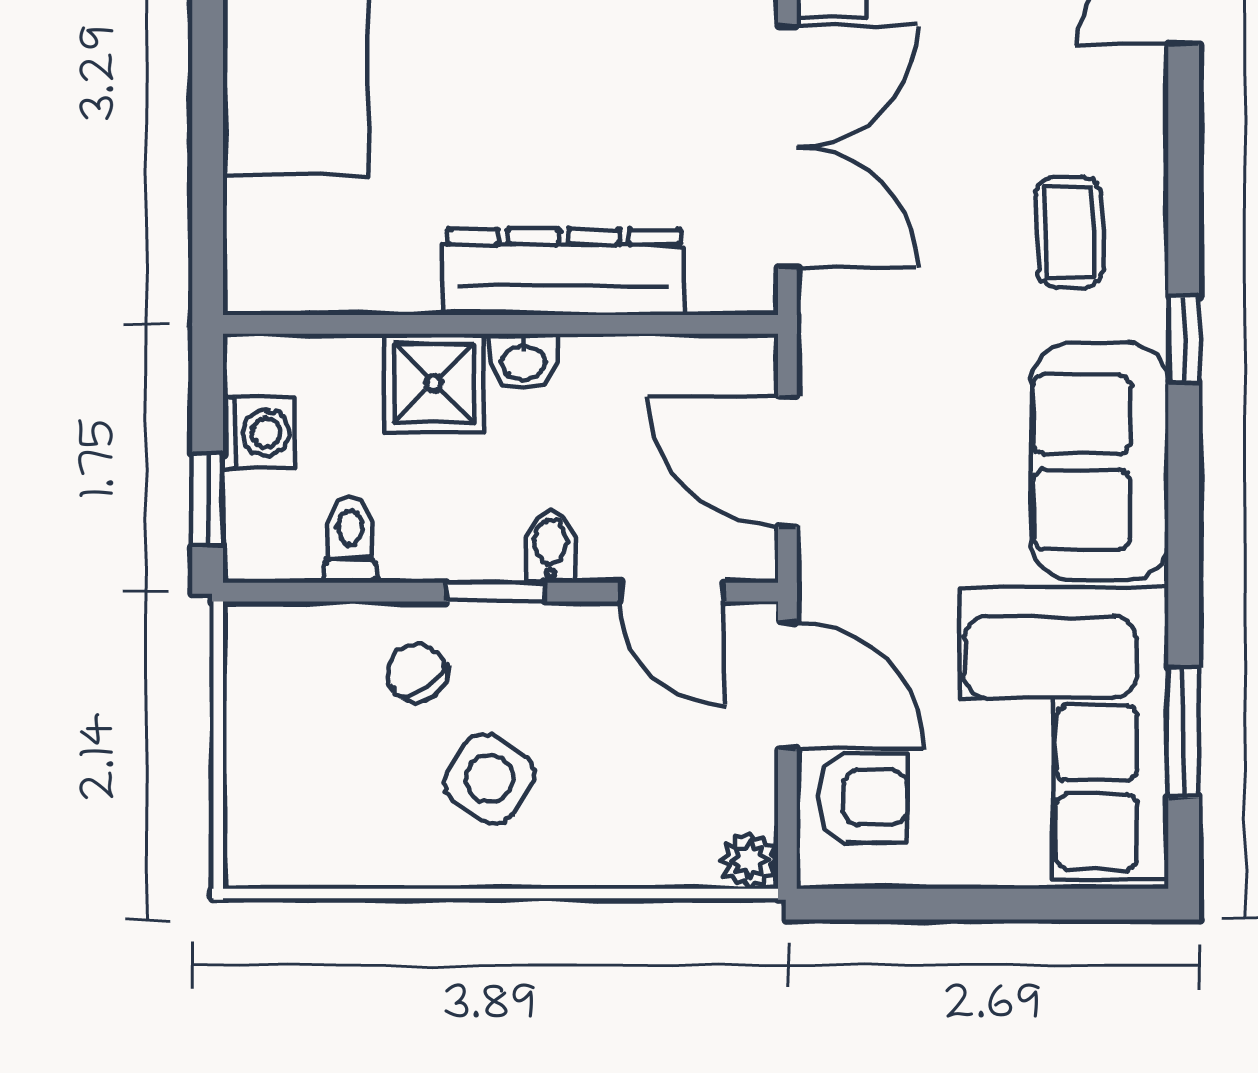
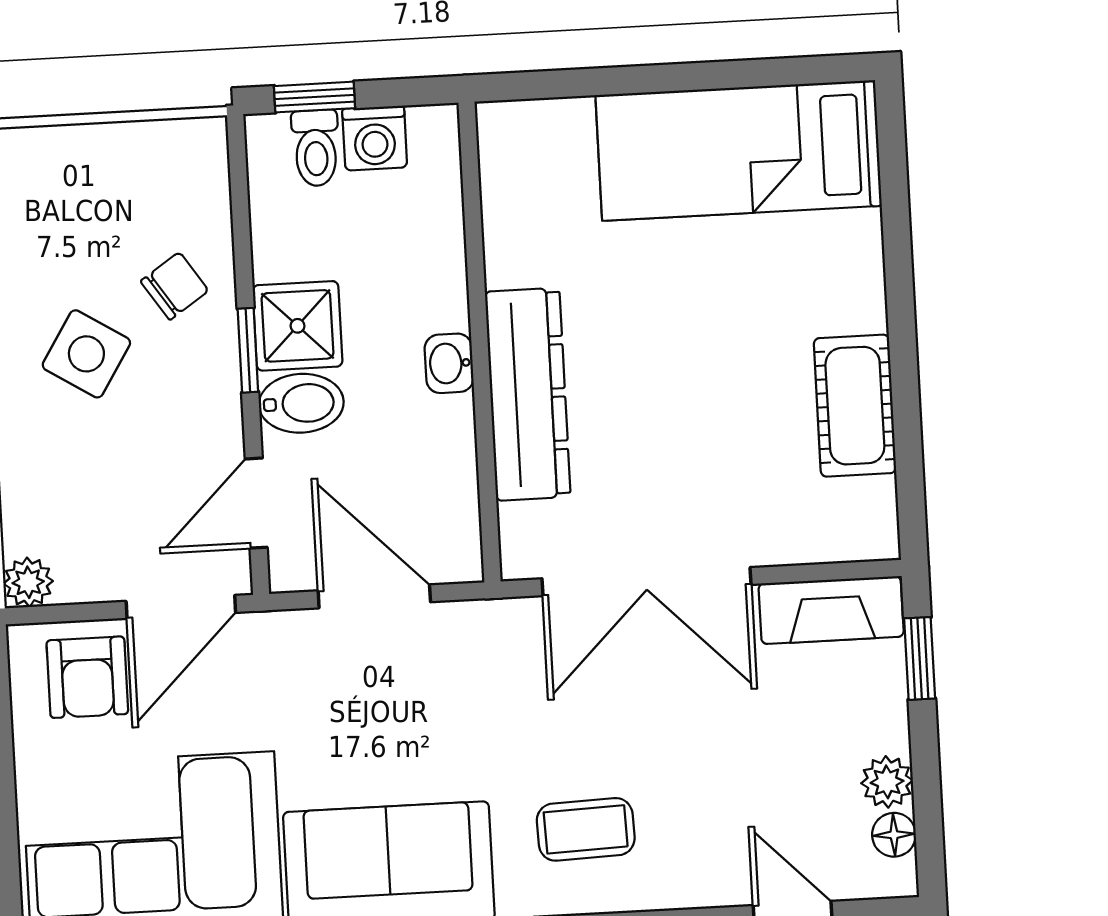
shower: (434, 383) -> (297, 326), moved
door: (787, 462) -> (374, 596), hinge flipped
toilet: (350, 539) -> (316, 148), moved, turned 90
bidet: (551, 547) -> (301, 403), width x1.38, depth x1.36

